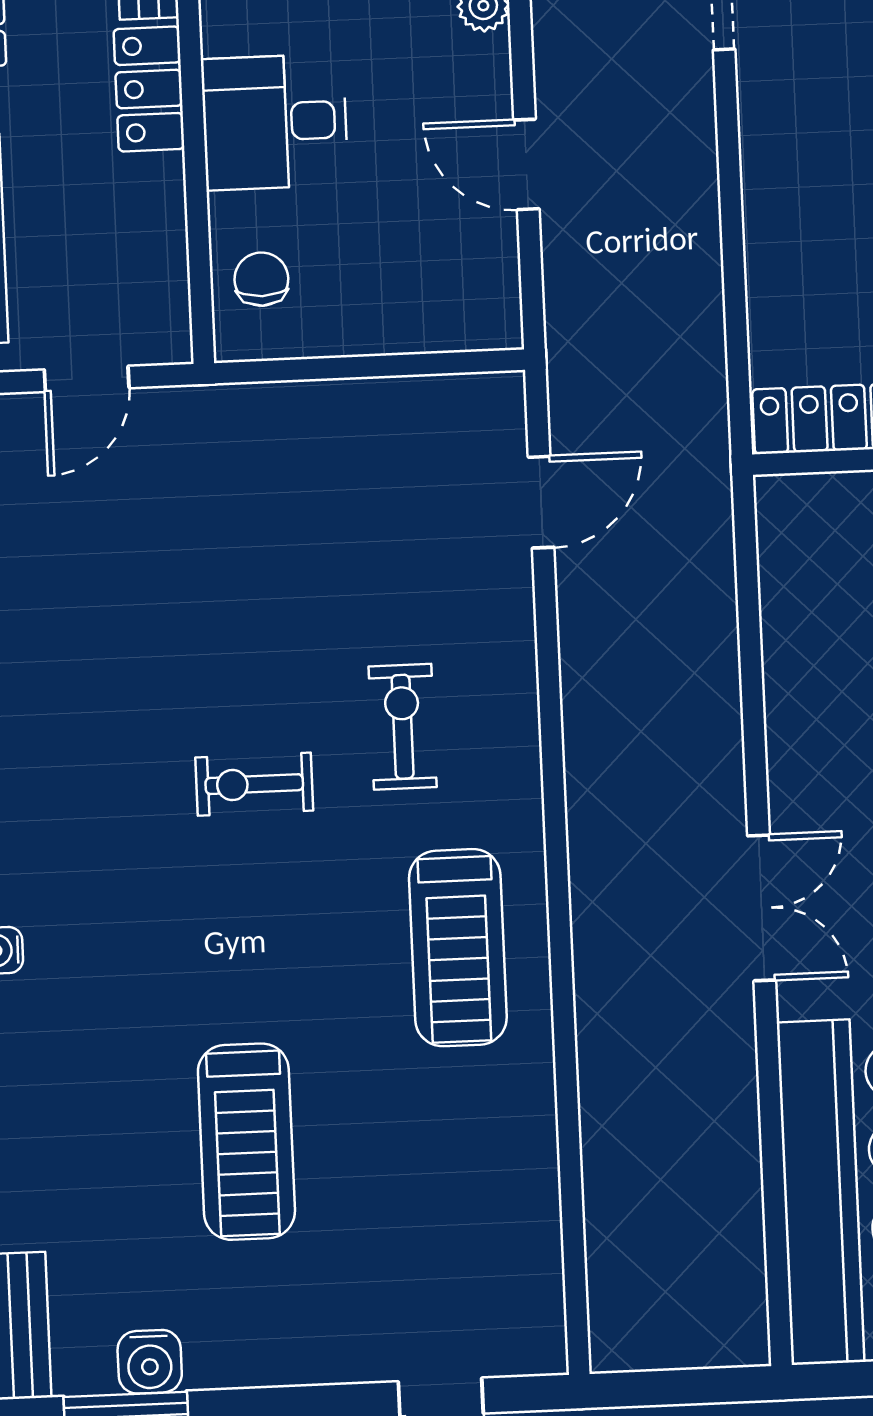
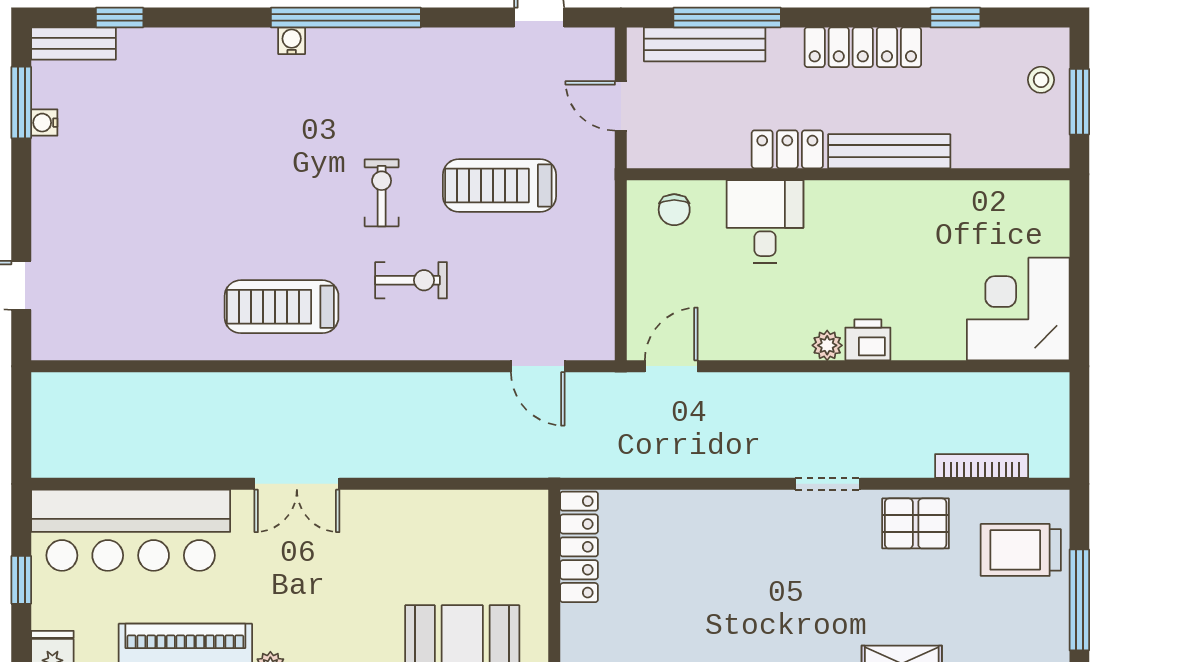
door: (526, 164) -> (671, 366), moved
chair: (261, 279) -> (674, 210), turned 90
treadmill: (246, 1142) -> (499, 186), moved
water cooler: (150, 1362) -> (44, 123), width x0.72, depth x0.72

